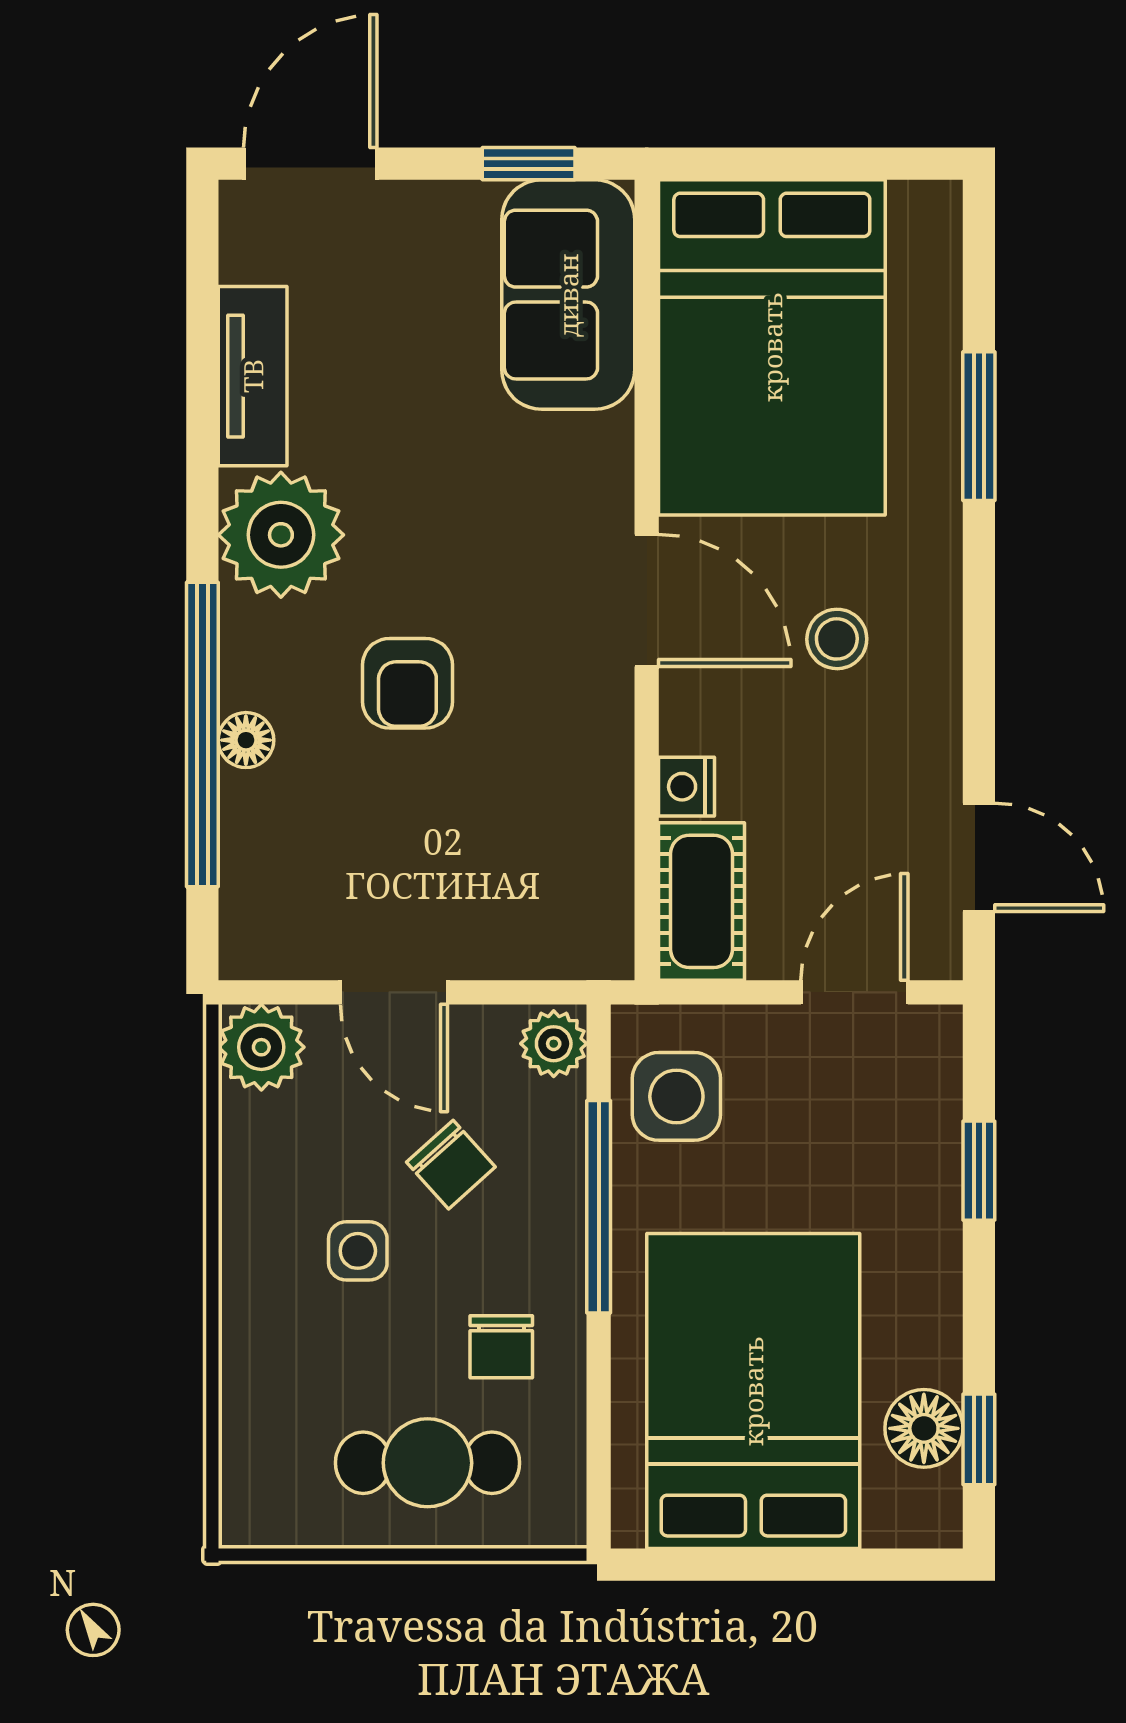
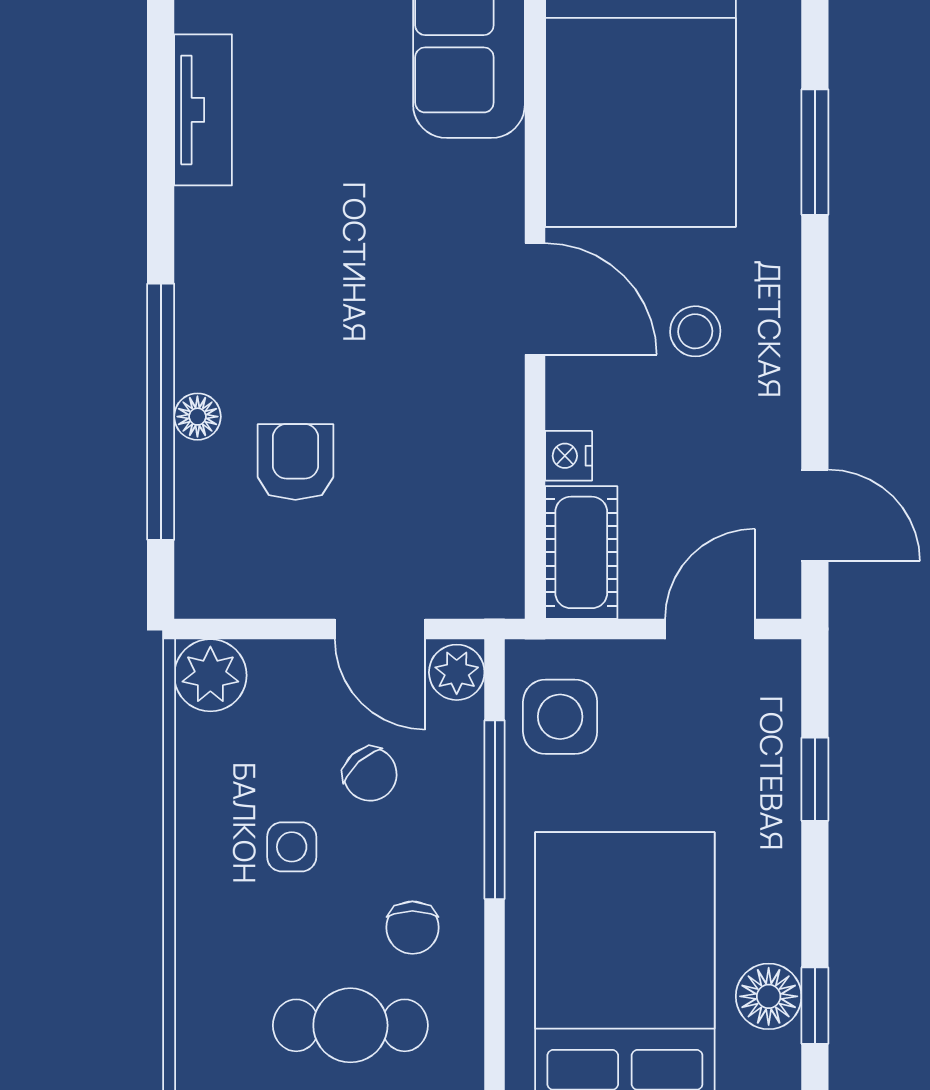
plant: (281, 535) -> (227, 244), removed
armchair: (407, 683) -> (295, 462), moved, turned 180
door: (394, 992) -> (380, 629), moved

